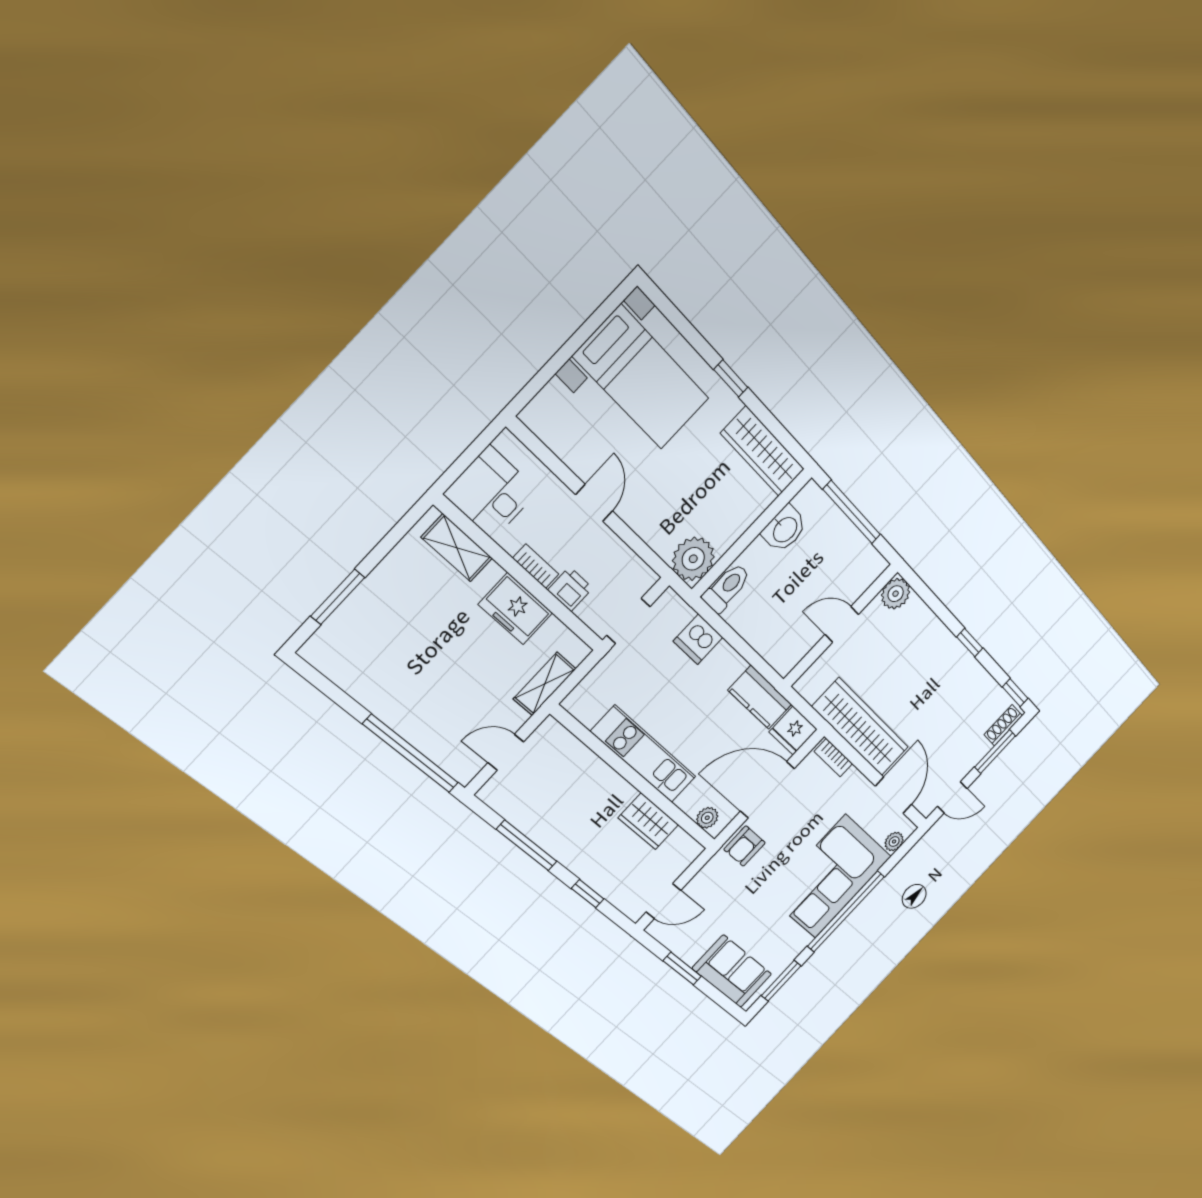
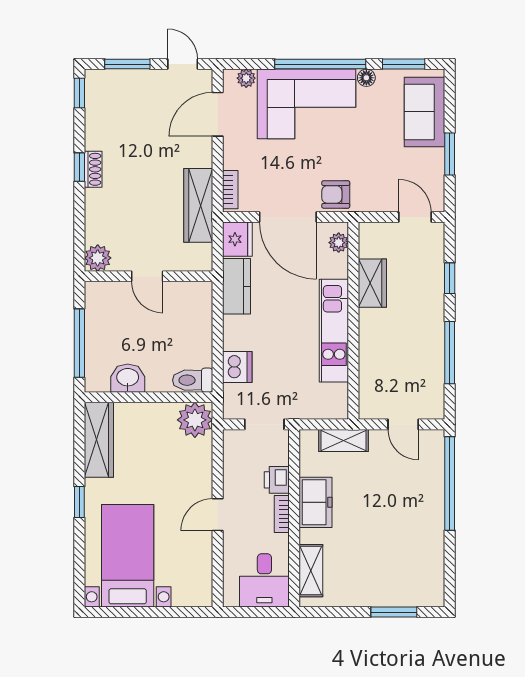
shoe rack: (1003, 725) -> (93, 169), moved, turned -90
wardrobe: (861, 727) -> (198, 205), width x0.71, depth x0.85
armchair: (745, 846) -> (336, 194), turned 180
floor lamp: (801, 942) -> (366, 78), added

